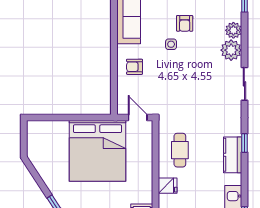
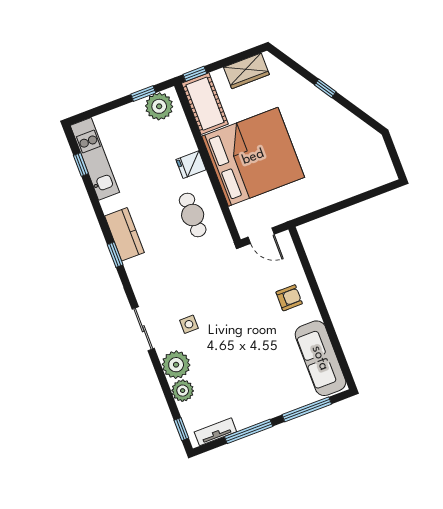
armchair: (185, 23) -> (247, 376), removed
side table: (171, 44) -> (189, 324), moved
bed: (98, 151) -> (253, 157), moved, turned 90

